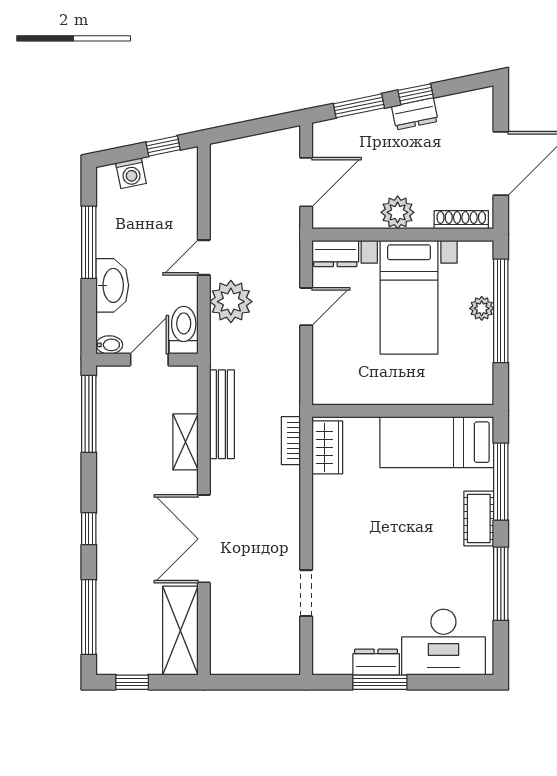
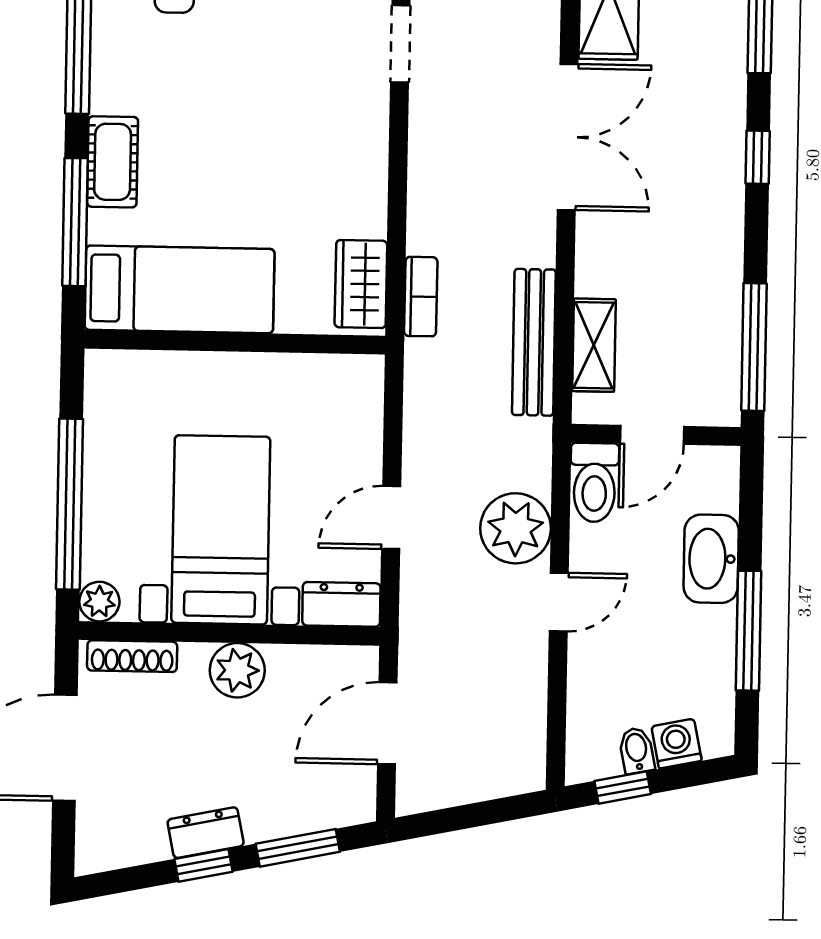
plant: (482, 308) -> (99, 602), moved
bidet: (109, 345) -> (637, 750), moved, turned 78
shelving: (186, 442) -> (594, 345), moved

